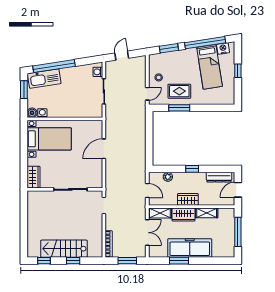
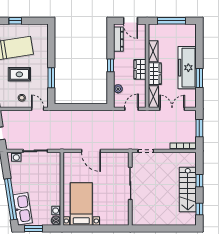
rug: (179, 91) -> (19, 74), moved, turned 90
wardrobe: (34, 177) -> (118, 219), removed

